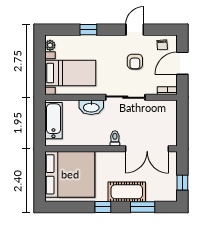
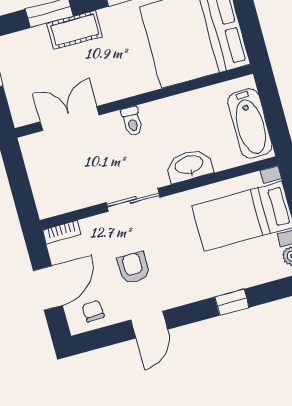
sliding door: (125, 97) -> (133, 200), width x0.73
double door: (147, 149) -> (70, 118), width x0.73
cot: (127, 192) -> (75, 30), width x0.73, depth x0.75

